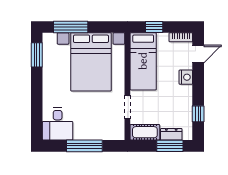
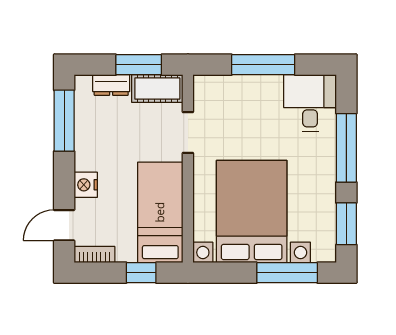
window: (37, 98) -> (346, 148), added
window: (198, 114) -> (64, 121), width x2.17
window: (170, 146) -> (139, 65), moved

